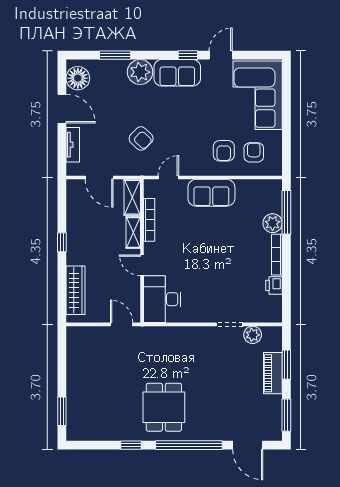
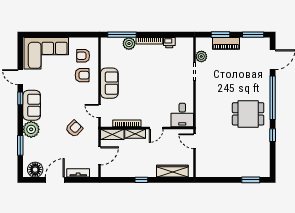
desk: (162, 299) -> (182, 115), width x0.73
door: (122, 324) -> (194, 141), hinge flipped

